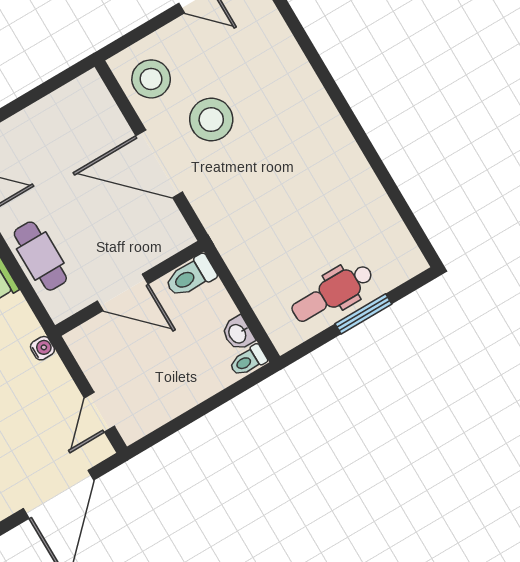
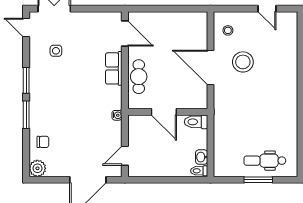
stool: (151, 79) -> (228, 30), width x0.53, depth x0.53
dental chair: (332, 293) -> (265, 161), moved

